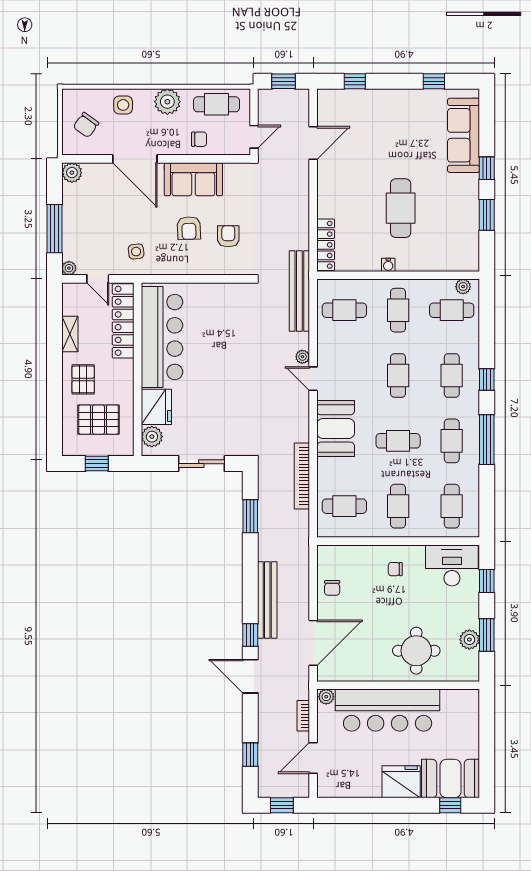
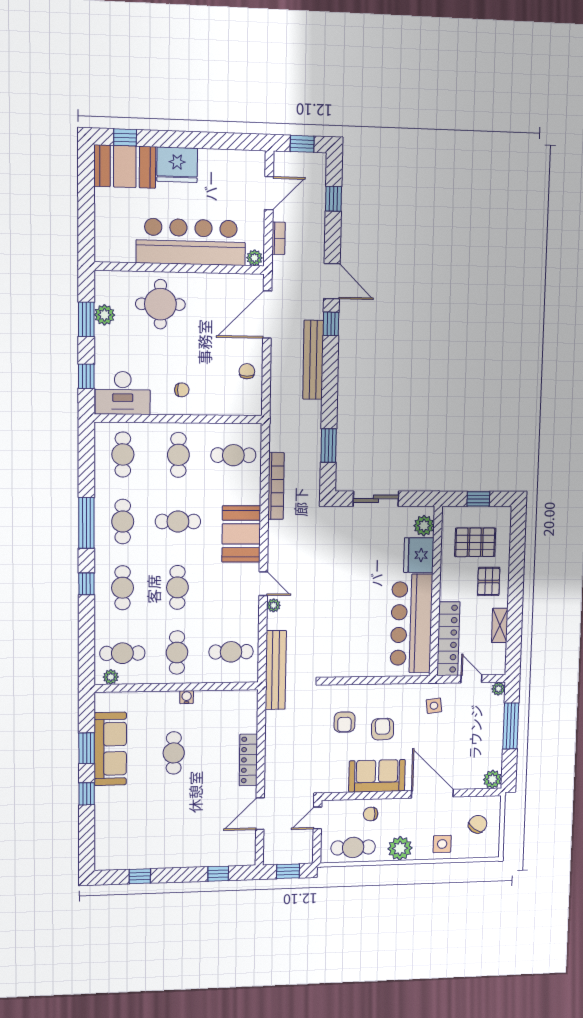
sofa: (463, 135) -> (110, 749), moved
cafe table: (401, 208) -> (174, 753), width x0.73, depth x0.74
locker: (326, 245) -> (248, 760), moved

